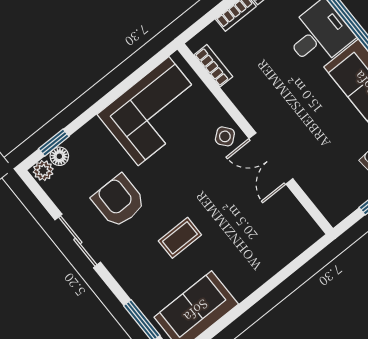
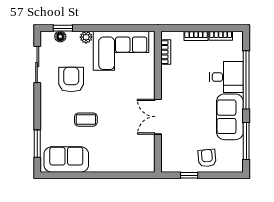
side table: (225, 136) -> (145, 89), removed
plant: (43, 171) -> (86, 37), moved
sliding door: (78, 241) -> (37, 64), moved

